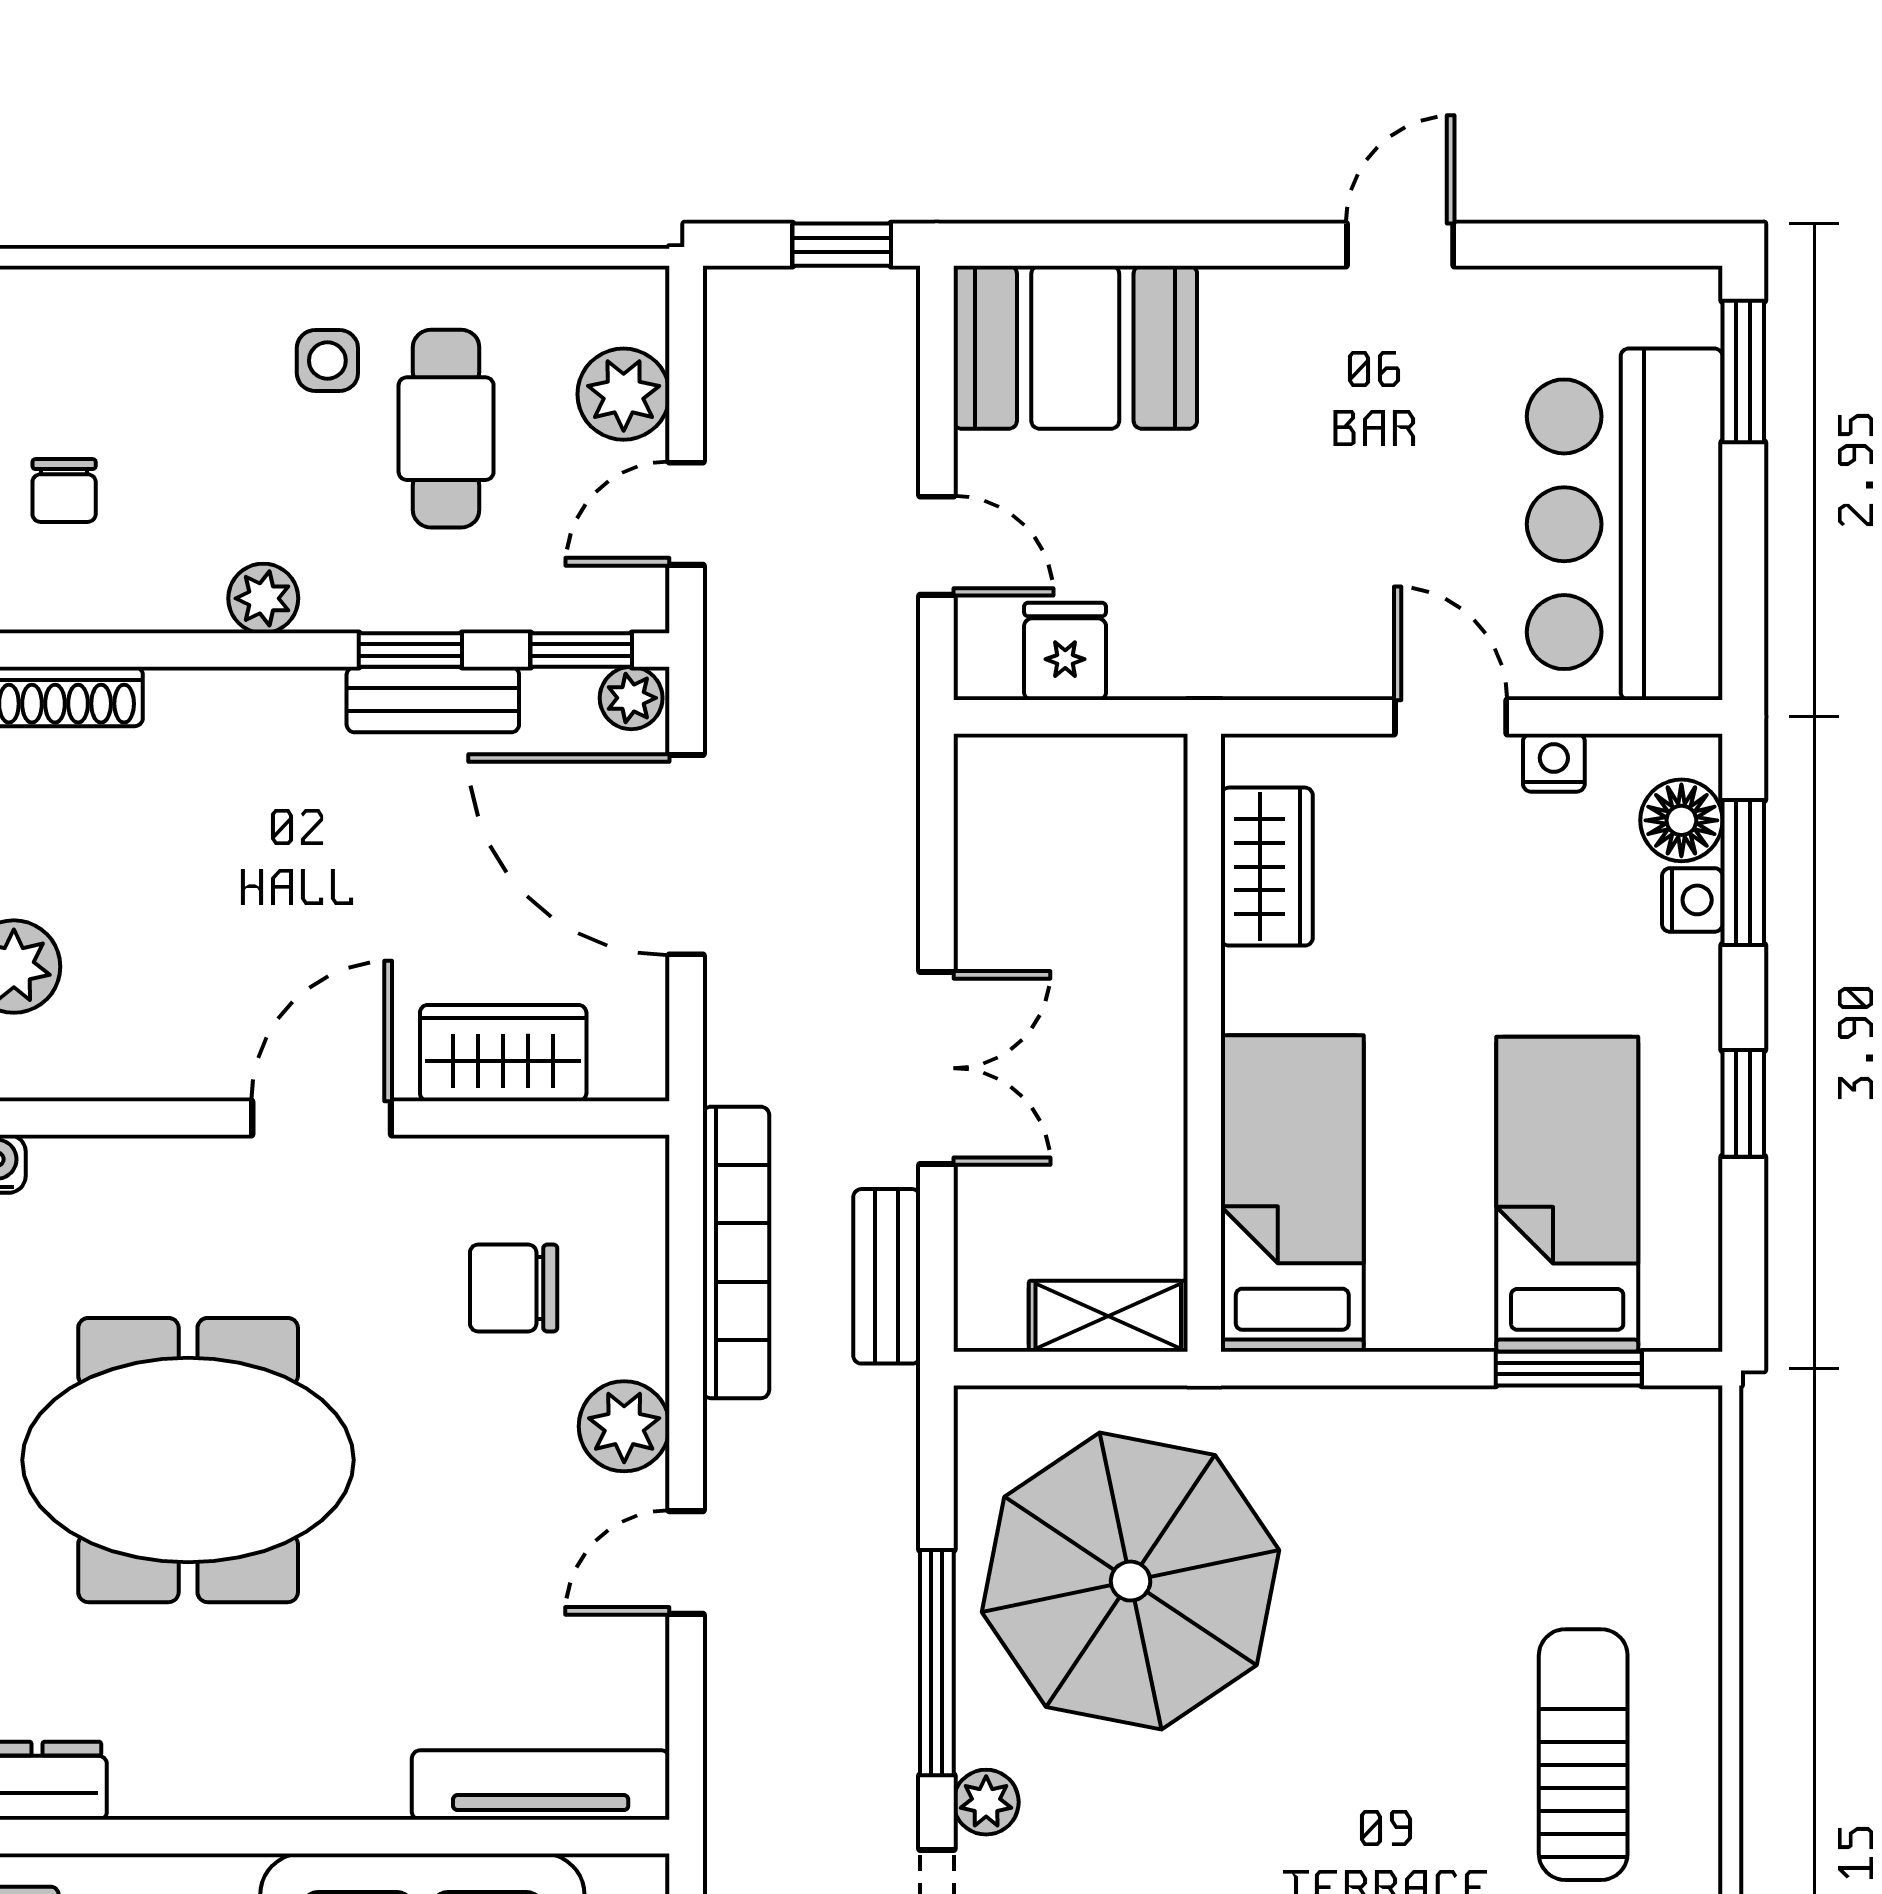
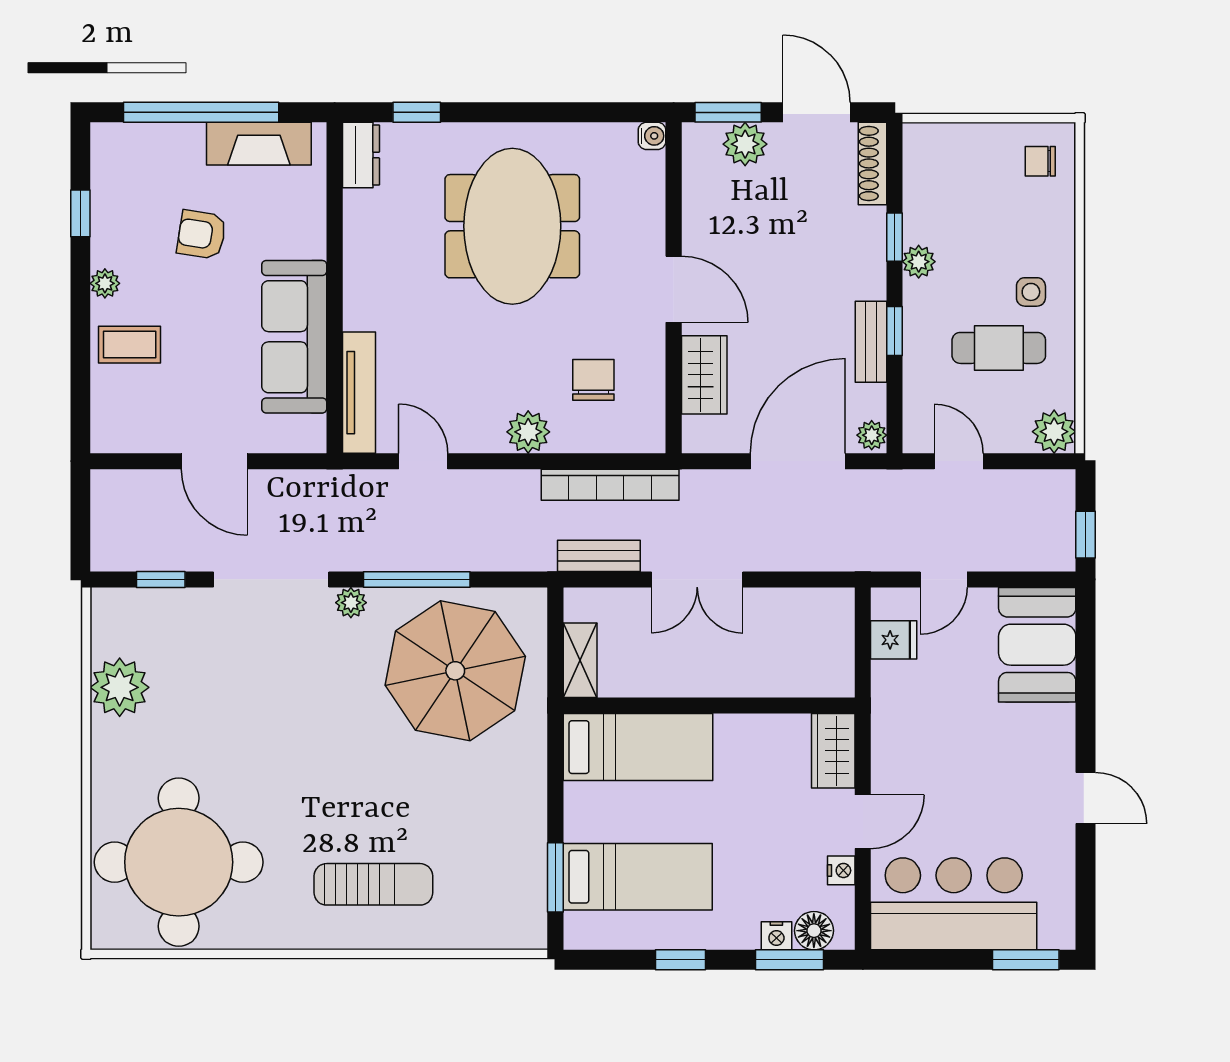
plant: (624, 394) -> (1054, 432), moved
chair: (64, 491) -> (1040, 161), moved
window: (581, 650) -> (894, 237), moved
wardrobe: (1267, 867) -> (833, 751), moved, turned 90
door: (686, 1563) -> (423, 461), moved

